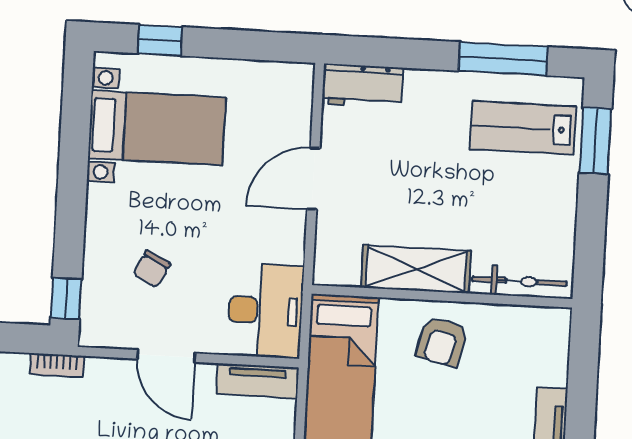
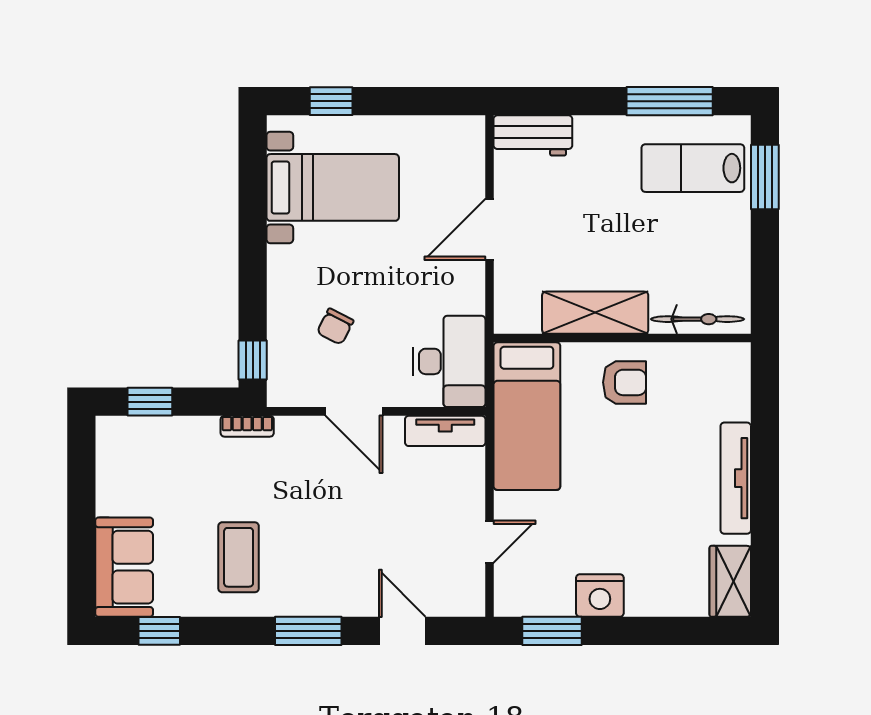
armchair: (442, 342) -> (625, 382), turned -104

